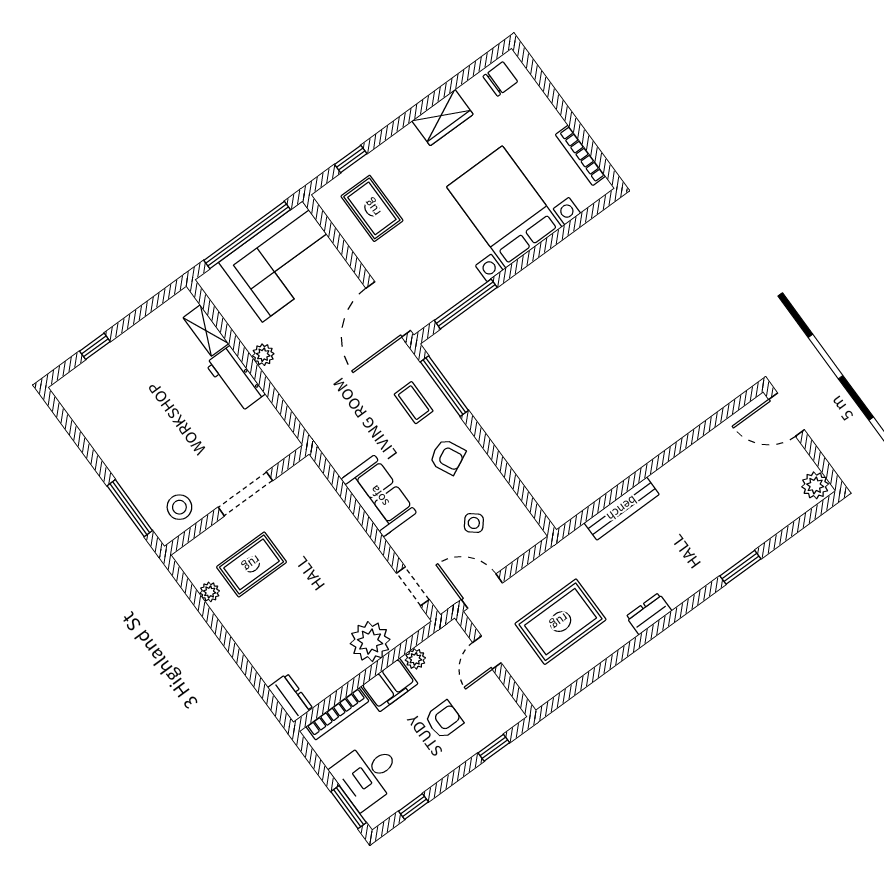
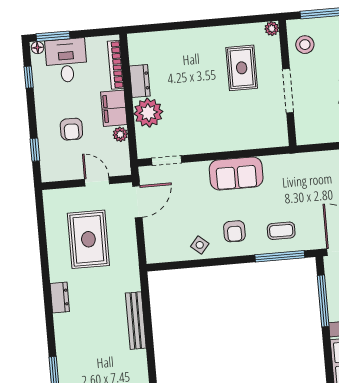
armchair: (447, 457) -> (234, 231), turned -64
side table: (474, 523) -> (200, 245), moved
plant: (210, 592) -> (272, 29), moved
dresser: (290, 698) -> (140, 81), moved, turned -90
floor lamp: (373, 817) -> (37, 48), added

